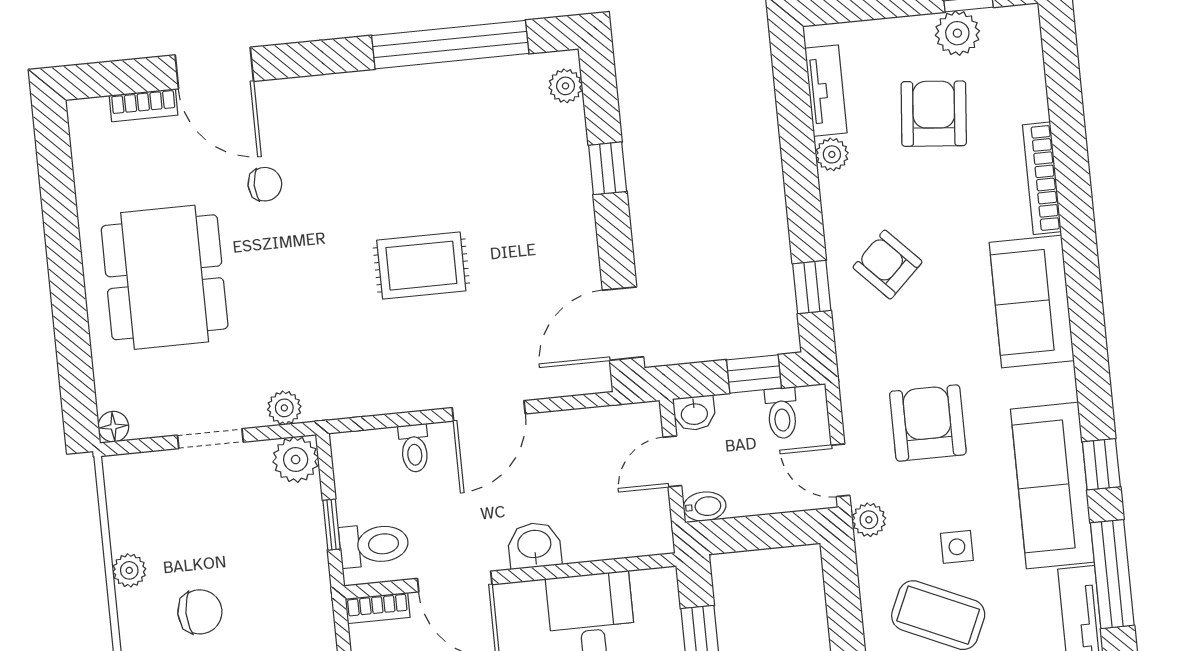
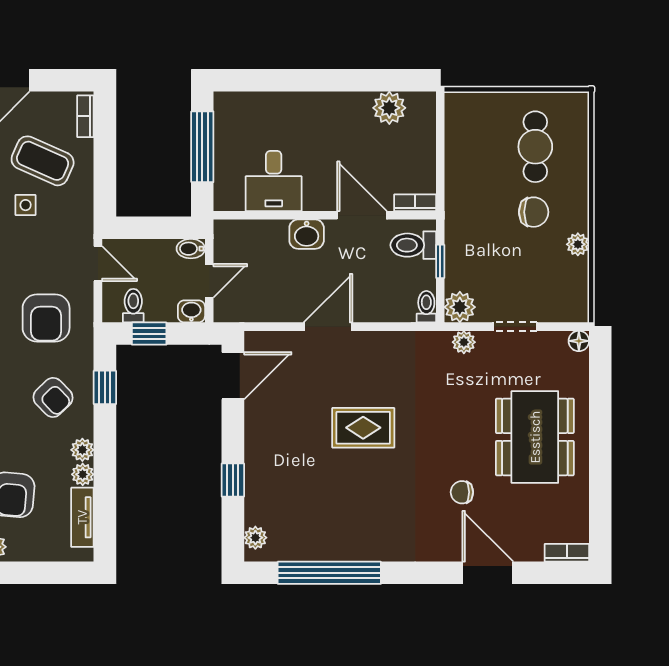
bookcase: (144, 105) -> (567, 553), moved
armchair: (928, 423) -> (46, 318), moved
toilet: (414, 448) -> (426, 307), moved
plant: (869, 520) -> (82, 450), moved
chair: (200, 612) -> (534, 212), turned 180

